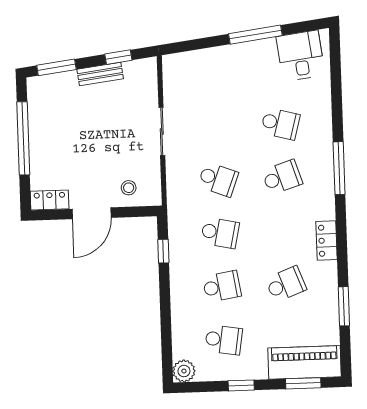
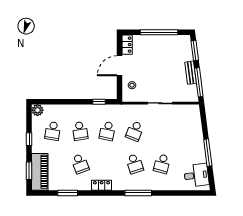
window: (118, 57) -> (199, 82), width x2.17
door: (92, 213) -> (120, 66), hinge flipped

